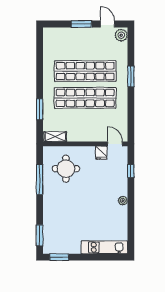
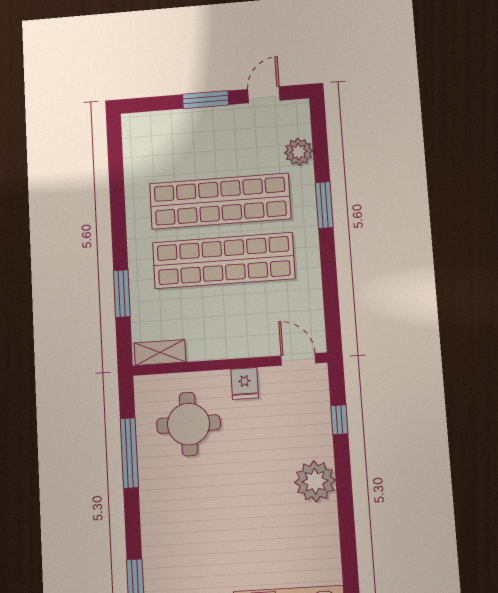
door: (108, 24) -> (264, 95), hinge flipped
plant: (121, 35) -> (299, 152), moved
fridge: (101, 153) -> (245, 383), moved
plant: (123, 201) -> (315, 481), width x1.88, depth x1.88

